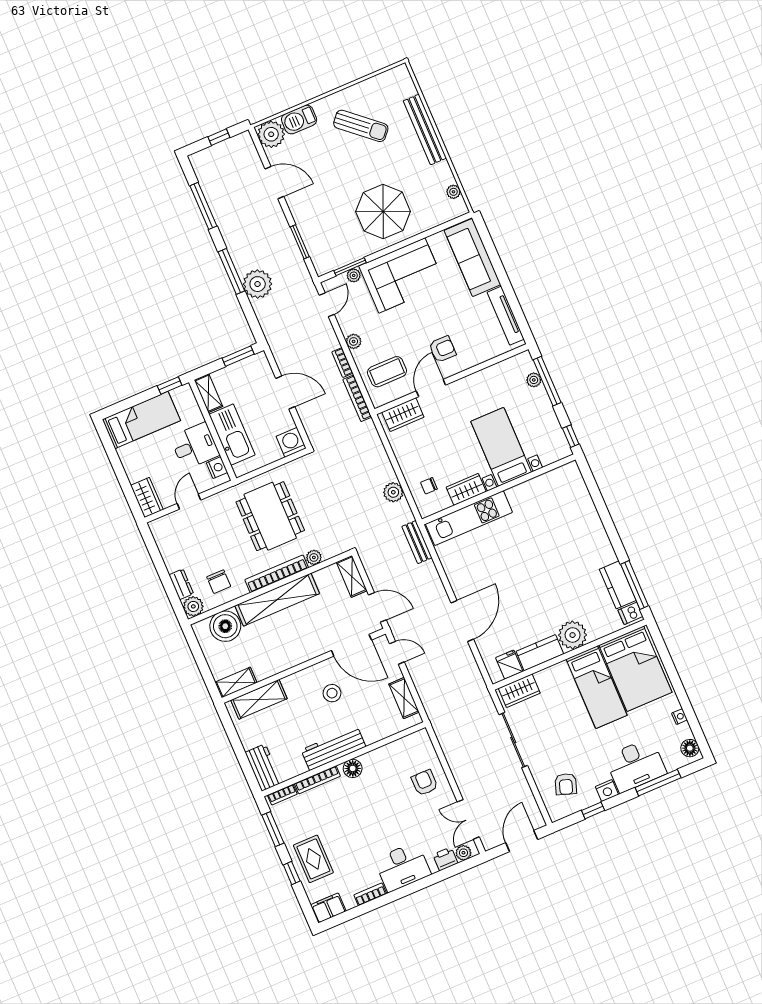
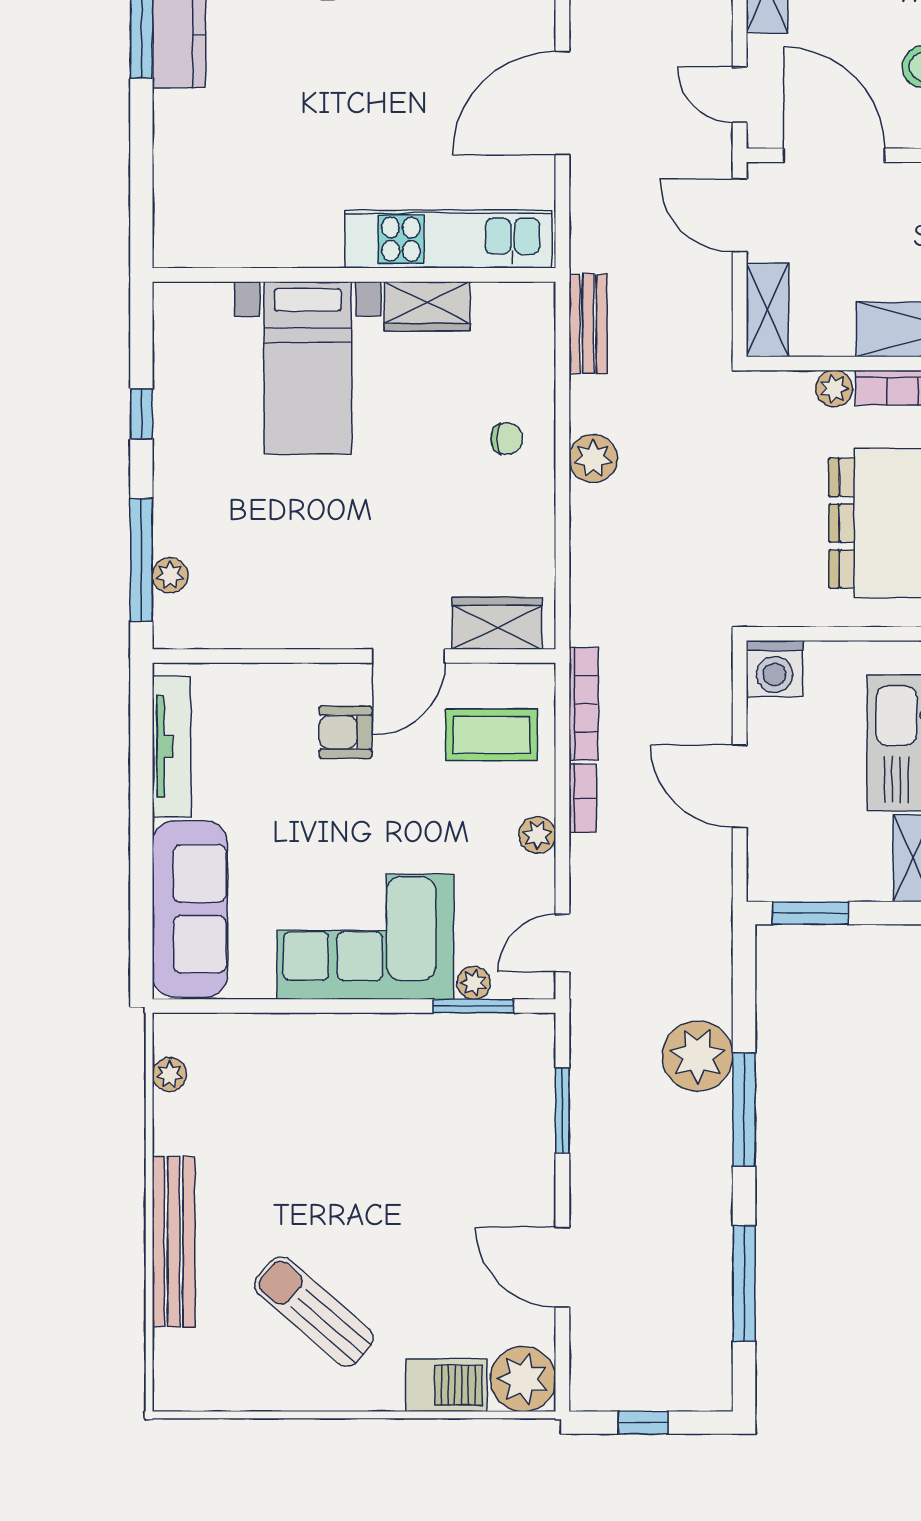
parasol: (383, 212) -> (346, 1098), removed
bed with nightstands: (501, 447) -> (308, 368), moved
wardrobe: (466, 489) -> (427, 306), moved
wall: (499, 489) -> (354, 275), moved
kitchen unit: (469, 518) -> (448, 239), moved

